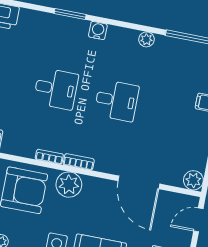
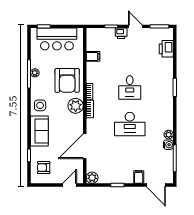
water cooler: (98, 31) -> (168, 145), moved
desk: (116, 101) -> (130, 124), width x1.37
door: (198, 220) -> (70, 185), hinge flipped

